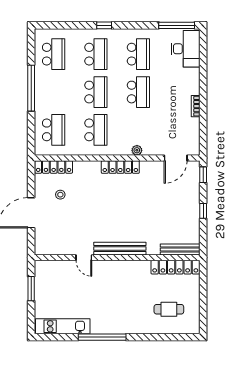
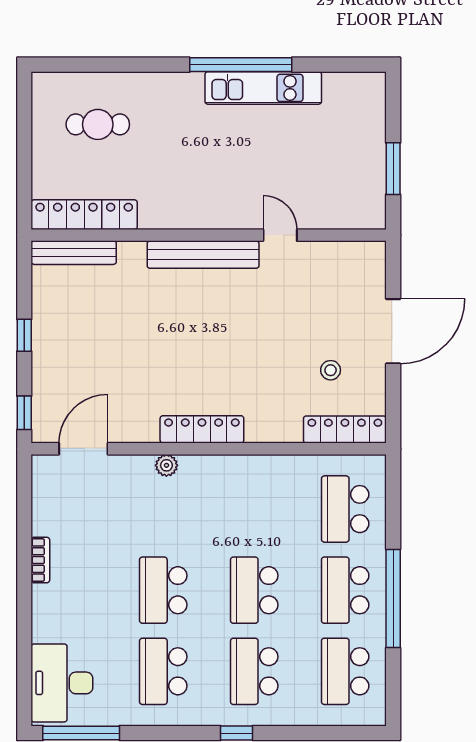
school desk: (96, 130) -> (345, 590), moved
kitchen unit: (63, 326) -> (263, 88), moved

